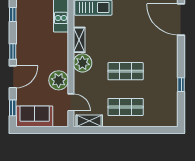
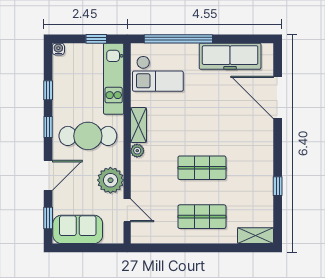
cafe table: (42, 48) -> (88, 136), added
window: (13, 52) -> (48, 127), moved
plant: (82, 63) -> (137, 151), width x0.53, depth x0.53
shelving: (89, 121) -> (255, 236), moved

